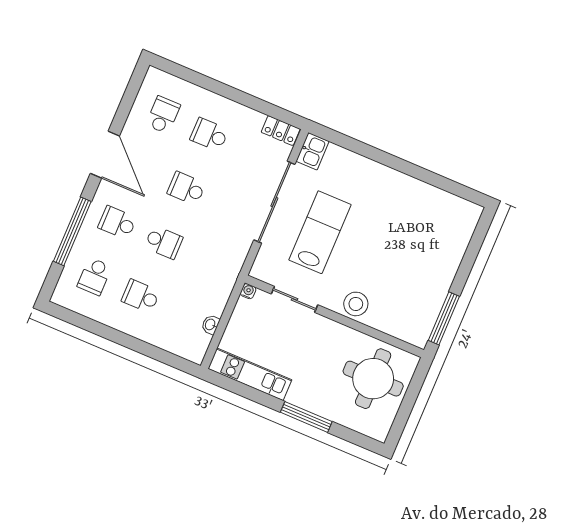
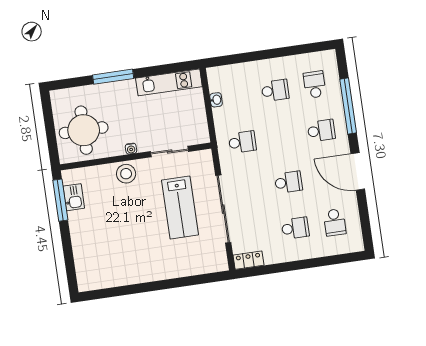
kitchen sink: (313, 151) -> (74, 197), moved, turned 180
school desk: (164, 242) -> (242, 142), moved, turned 180
water cooler: (248, 291) -> (131, 149), moved

